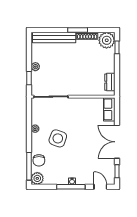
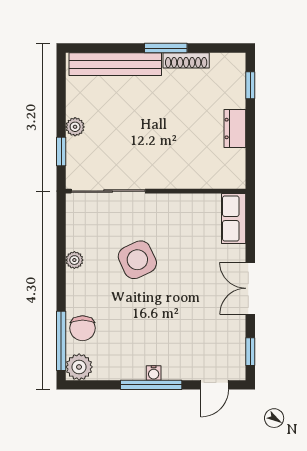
plant: (107, 40) -> (228, 70), removed
dresser: (110, 82) -> (235, 129), moved
side table: (58, 138) -> (137, 260), moved, turned 45
double door: (117, 142) -> (250, 288), width x0.73
door: (100, 187) -> (215, 385), swing flipped

